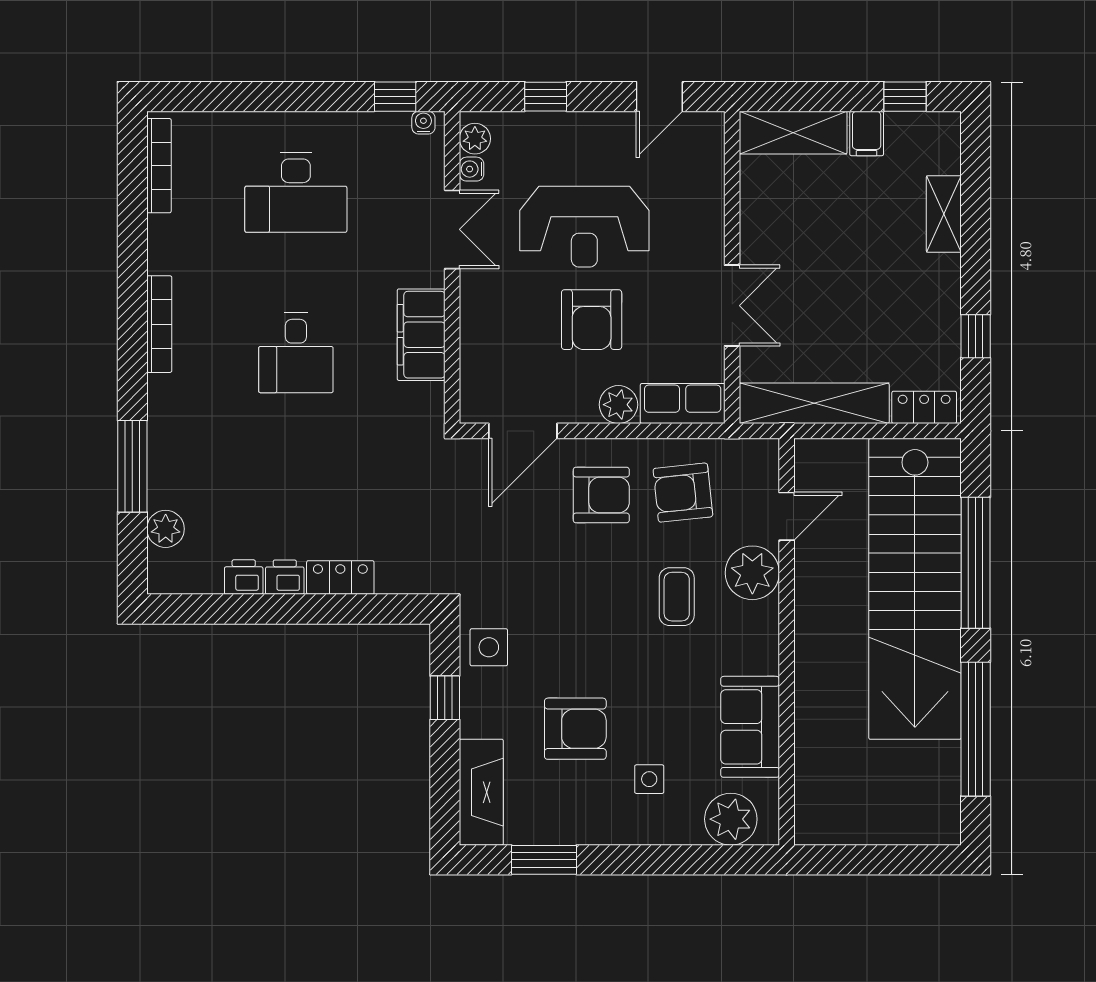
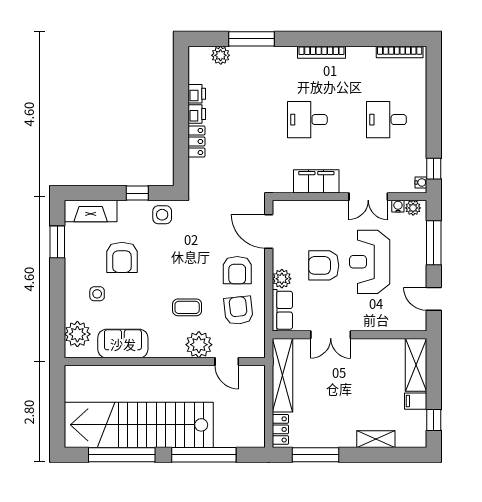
window: (546, 97) -> (434, 243), width x2.17
desk: (296, 192) -> (386, 120), width x0.73
window: (976, 336) -> (316, 455), width x2.17
stairs: (915, 589) -> (139, 425), moved

